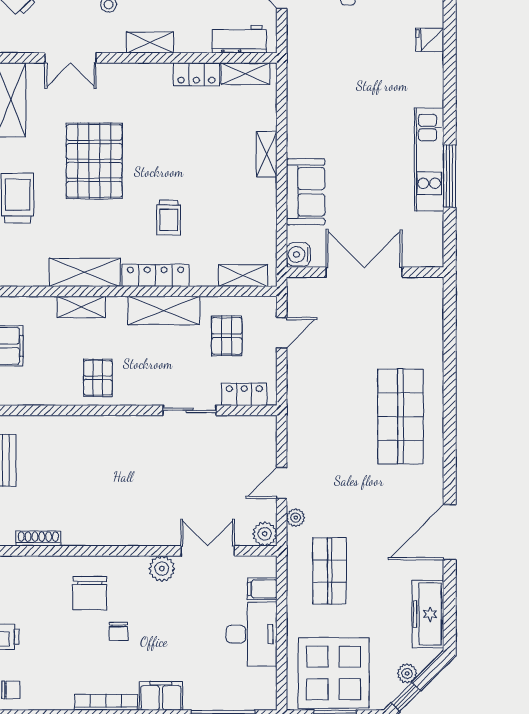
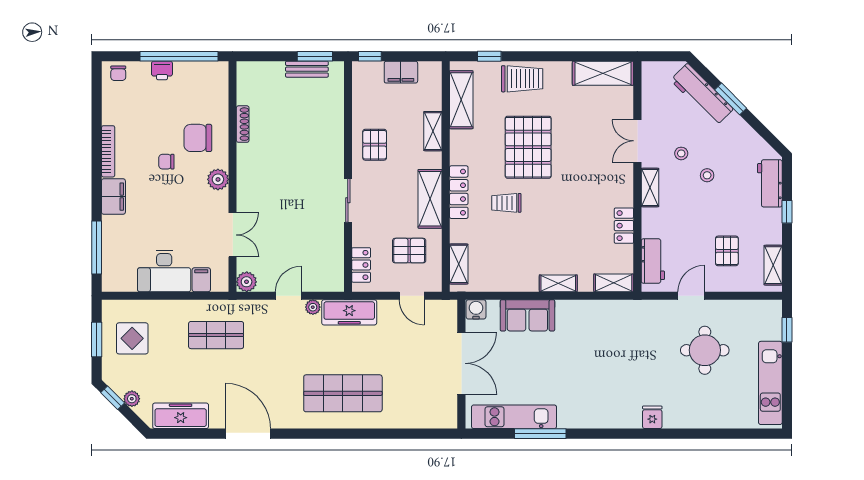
double door: (70, 58) -> (637, 141), moved
shelving: (245, 74) -> (614, 283), moved, turned 90
kitchen unit: (429, 160) -> (514, 417), moved
pallet: (94, 161) -> (528, 147), moved, turned 90
shelving: (85, 272) -> (461, 100), moved
pallet: (98, 378) -> (375, 145), turned 90
freezer: (302, 409) -> (349, 312), added
sliding door: (190, 410) -> (348, 200), moved
door: (282, 483) -> (288, 296), hinge flipped
plant: (296, 518) -> (313, 307), moved
shoe rack: (38, 538) -> (243, 124), moved
plant: (162, 569) -> (218, 179), moved
display table: (334, 673) -> (132, 338), width x0.54, depth x0.54

